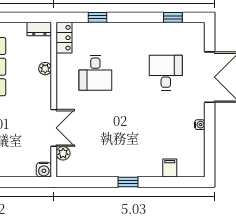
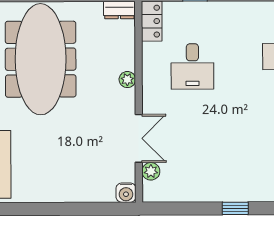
plant: (45, 69) -> (127, 80), moved

